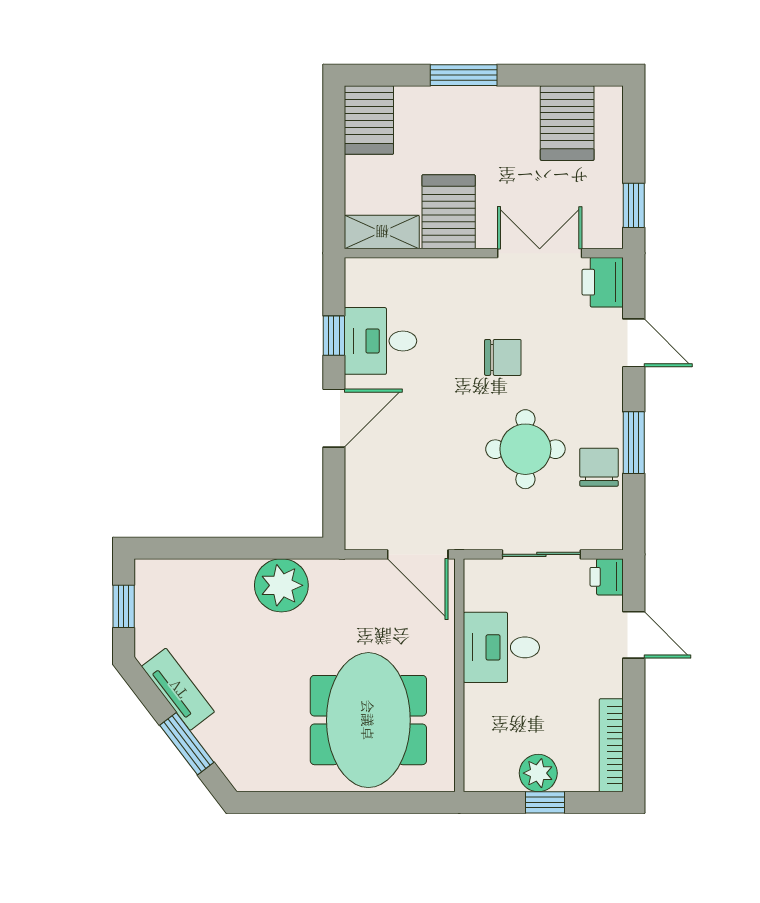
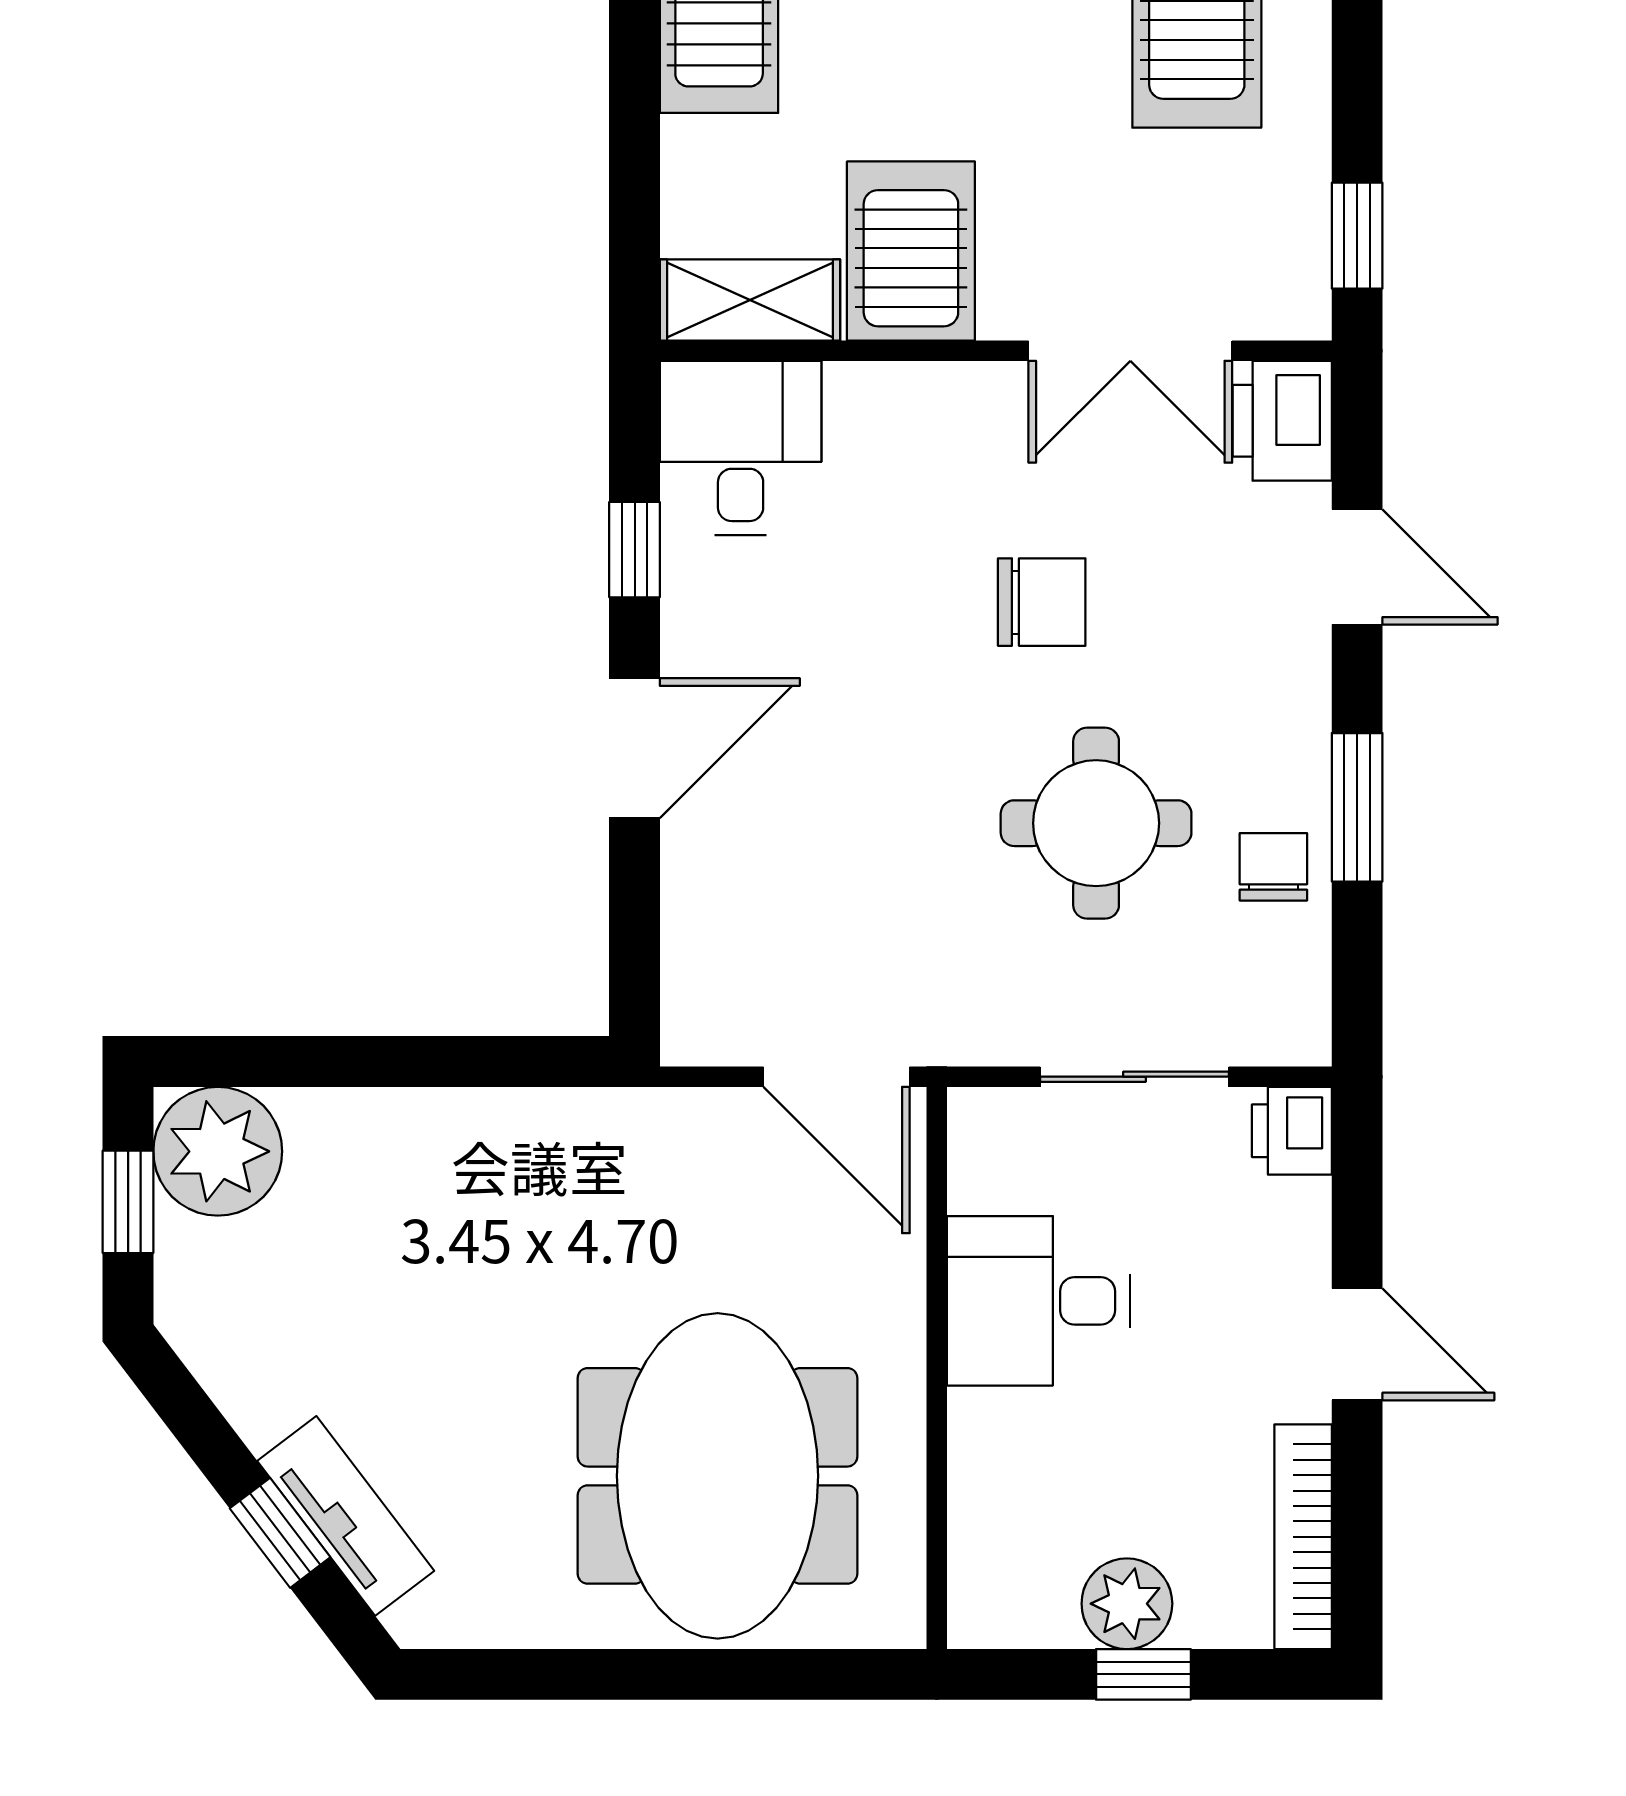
double door: (540, 253) -> (1130, 351), swing flipped
desk: (381, 341) -> (741, 448), moved, turned 90
chair: (599, 467) -> (1273, 867), width x0.73, depth x0.73
plant: (281, 585) -> (218, 1151), moved
door: (634, 635) -> (1357, 1344), moved
tv unit: (178, 689) -> (346, 1516), moved
window: (187, 744) -> (280, 1533), width x0.67

